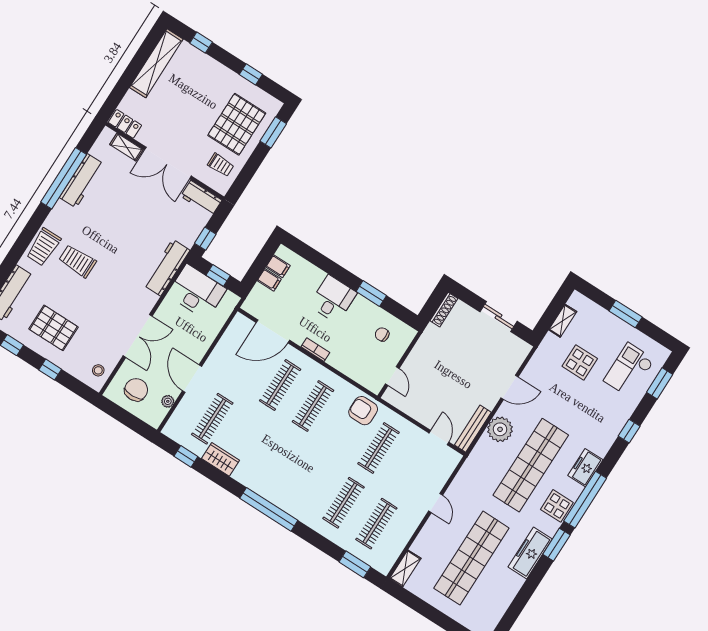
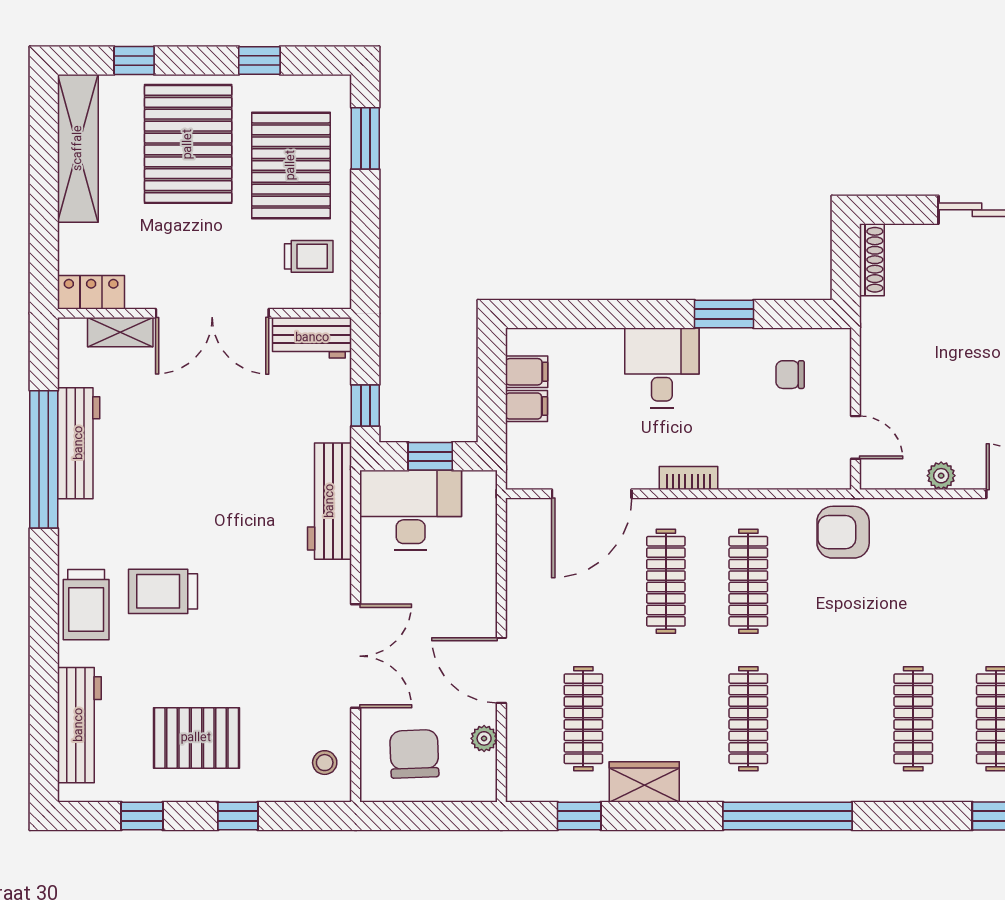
pallet: (201, 90) -> (188, 144), added
plant: (416, 413) -> (941, 476), added
clothes rail: (379, 448) -> (748, 719), moved

